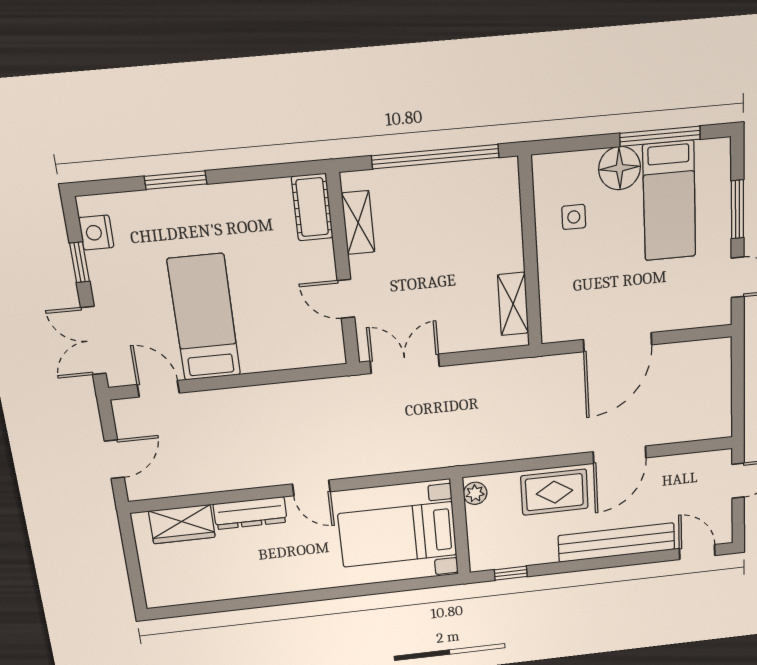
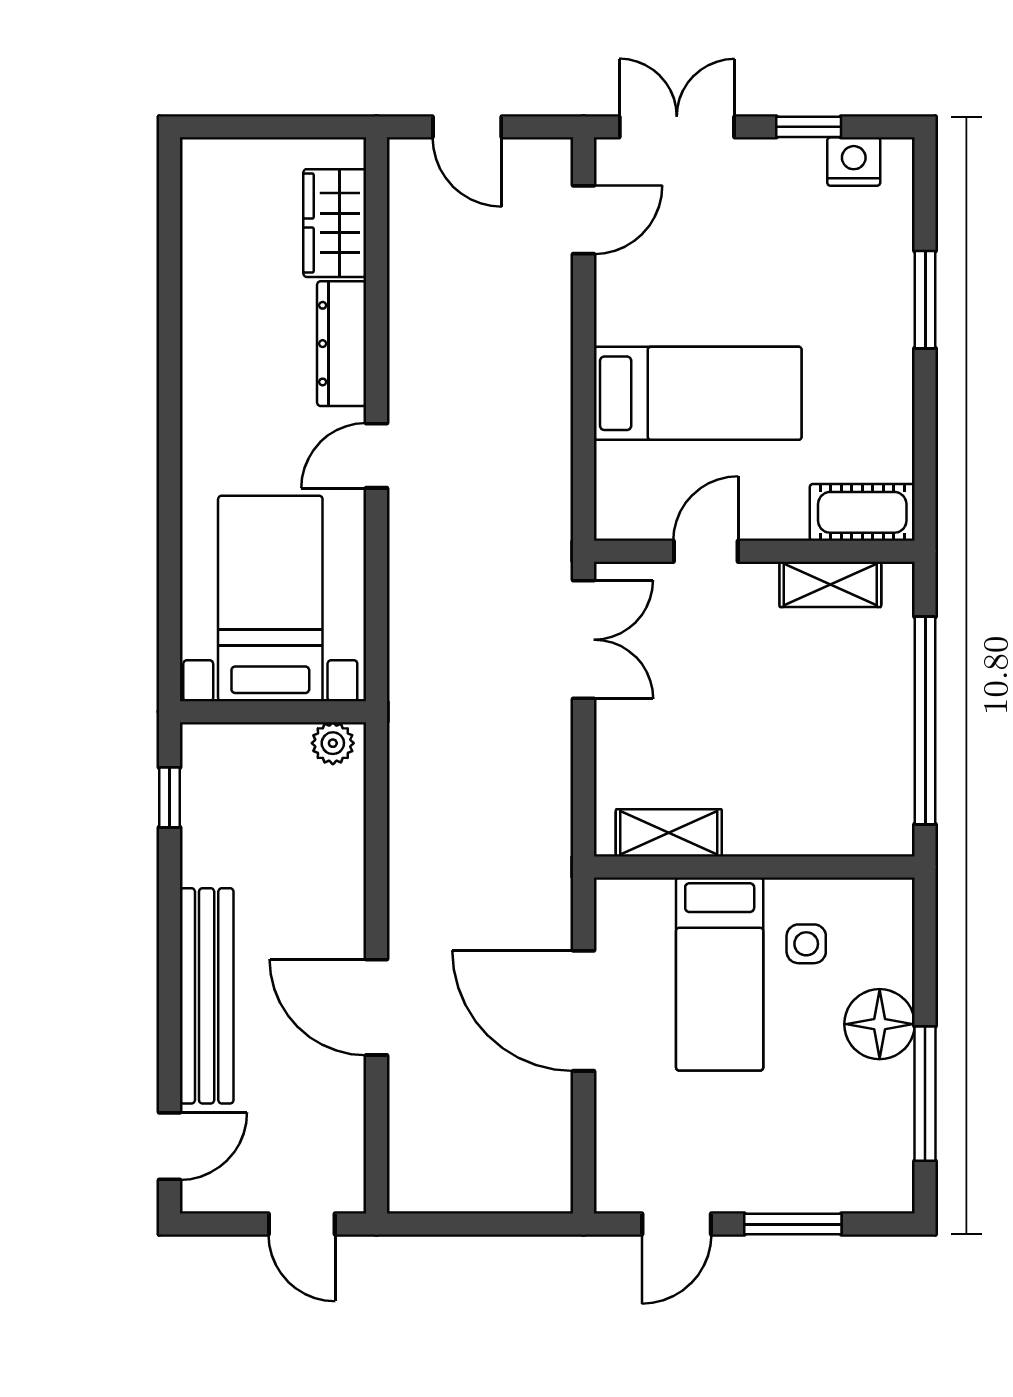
bed: (669, 201) -> (720, 974), moved, turned -90
bed: (204, 317) -> (698, 393), moved
rug: (554, 492) -> (319, 886), removed

